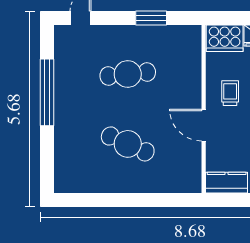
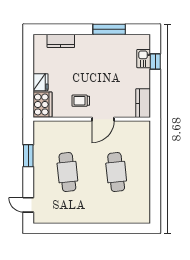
window: (47, 92) -> (80, 228), removed
cafe table: (128, 144) -> (116, 172), turned -30

